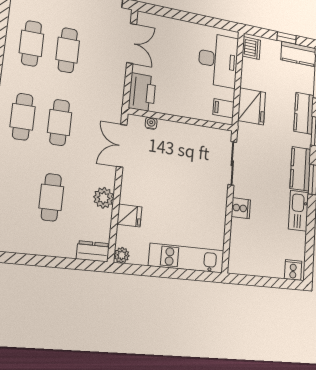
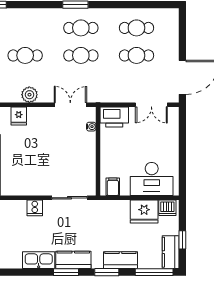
fridge: (252, 106) -> (144, 212), moved

